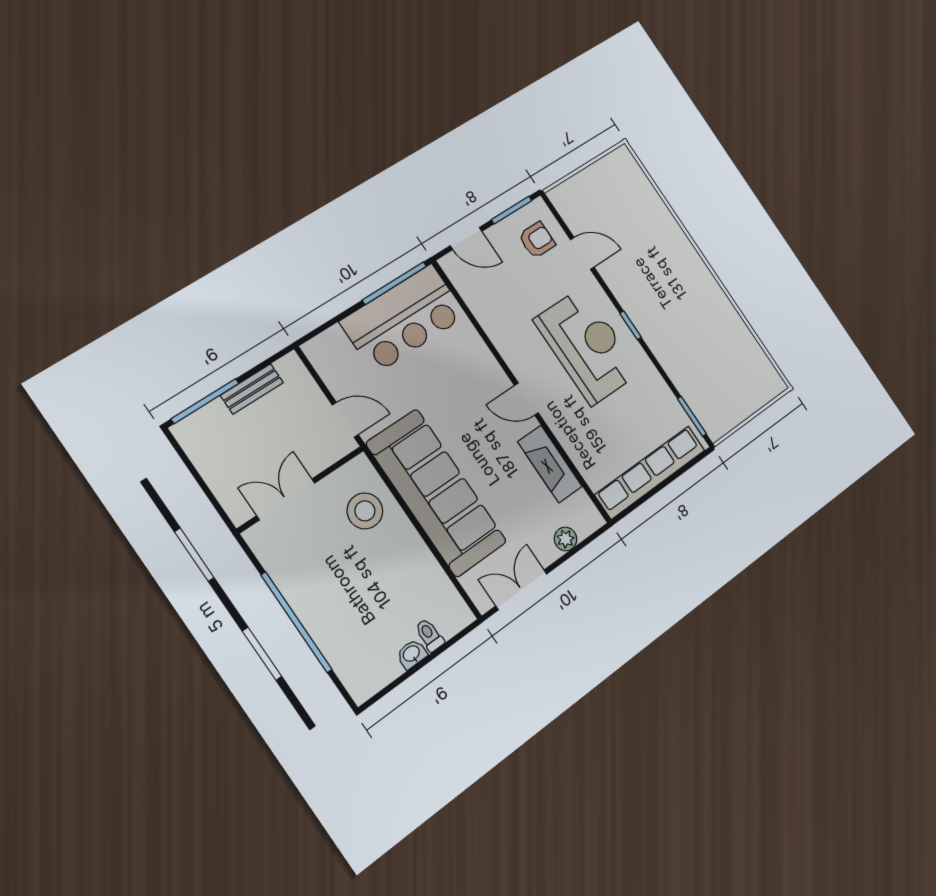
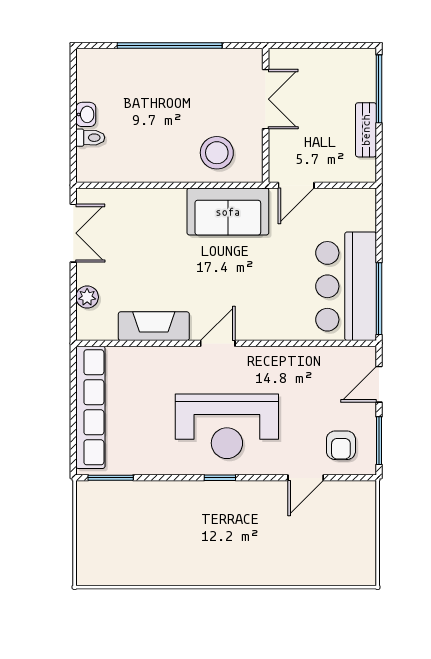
sofa: (436, 493) -> (228, 212), width x0.54, depth x0.79

